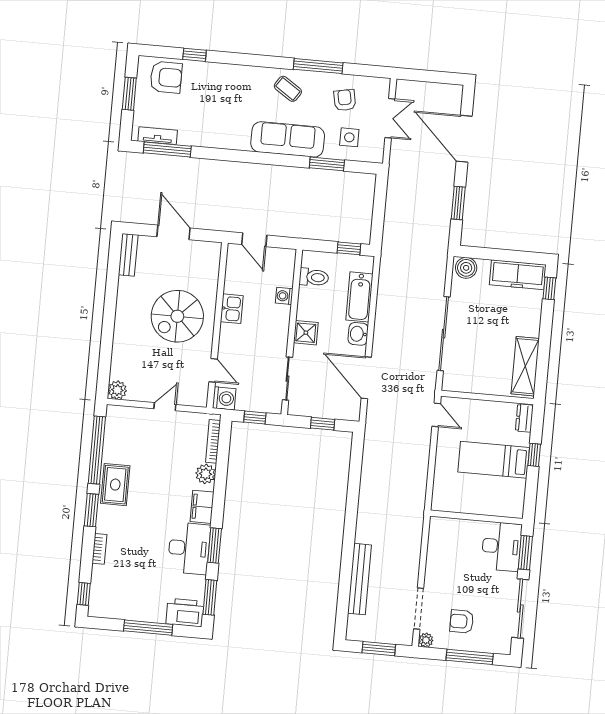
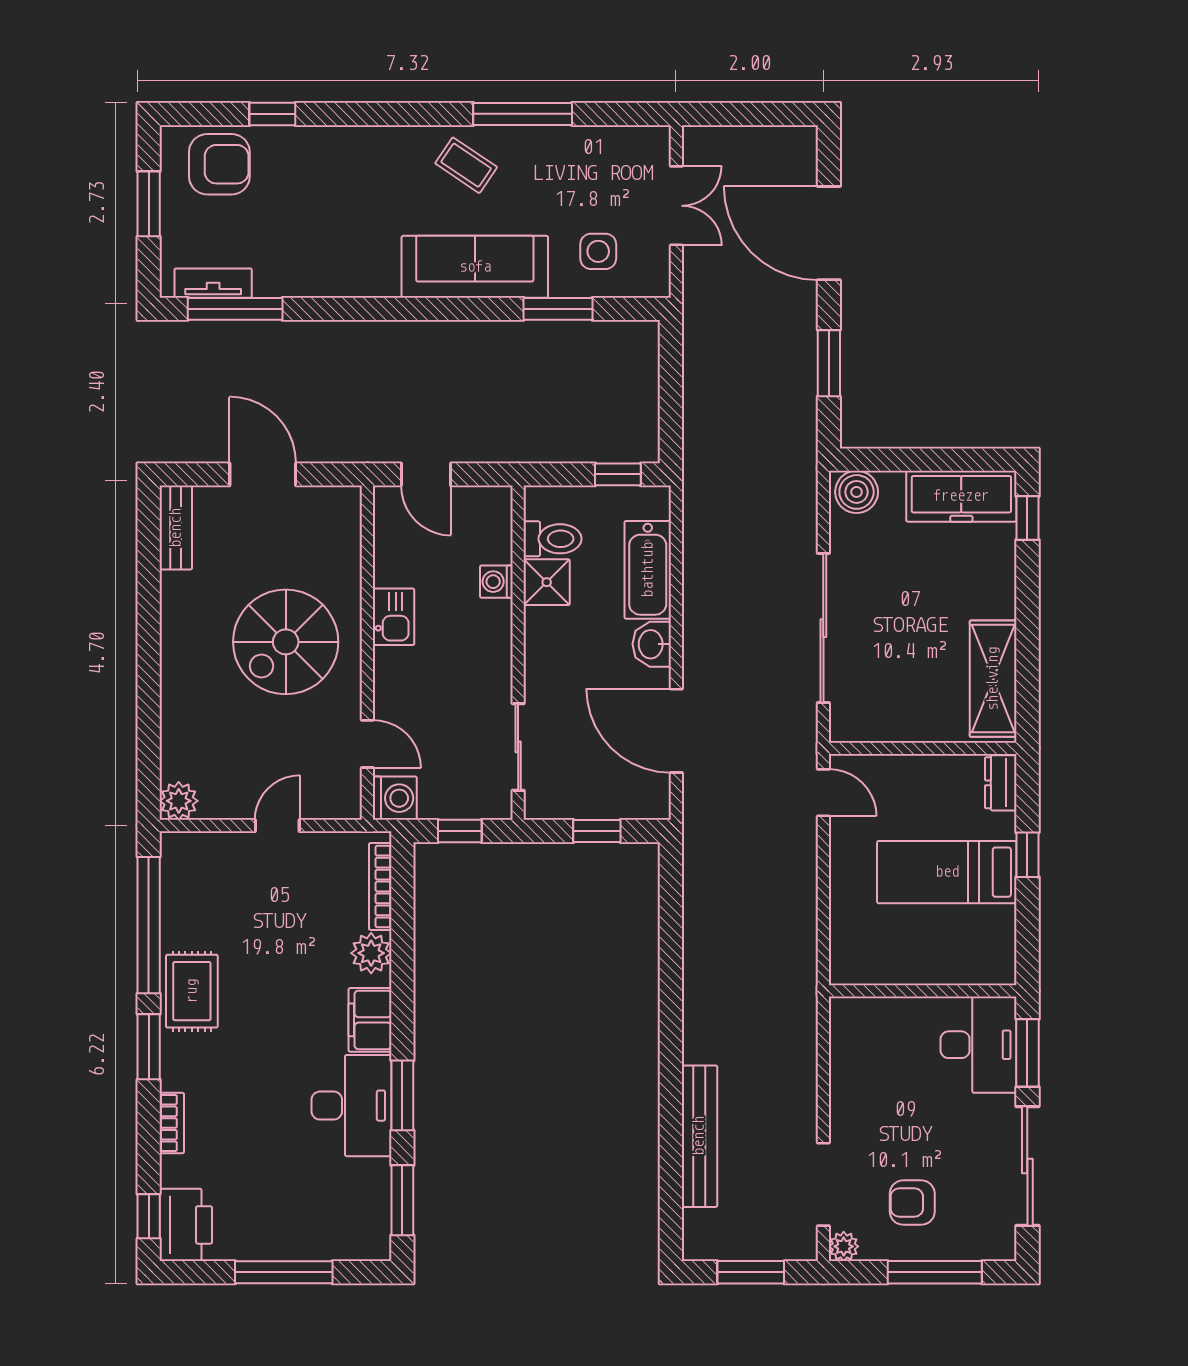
armchair: (345, 100) -> (582, 178), removed
shower: (306, 333) -> (547, 582), moved
printer: (185, 612) -> (186, 1225), moved, turned 90

